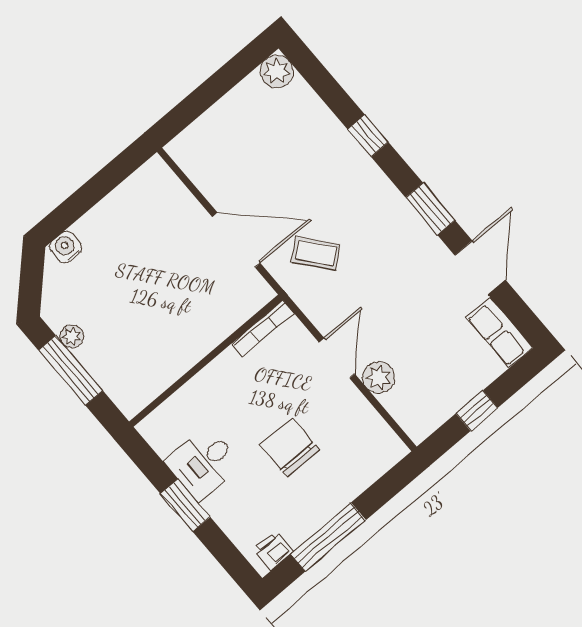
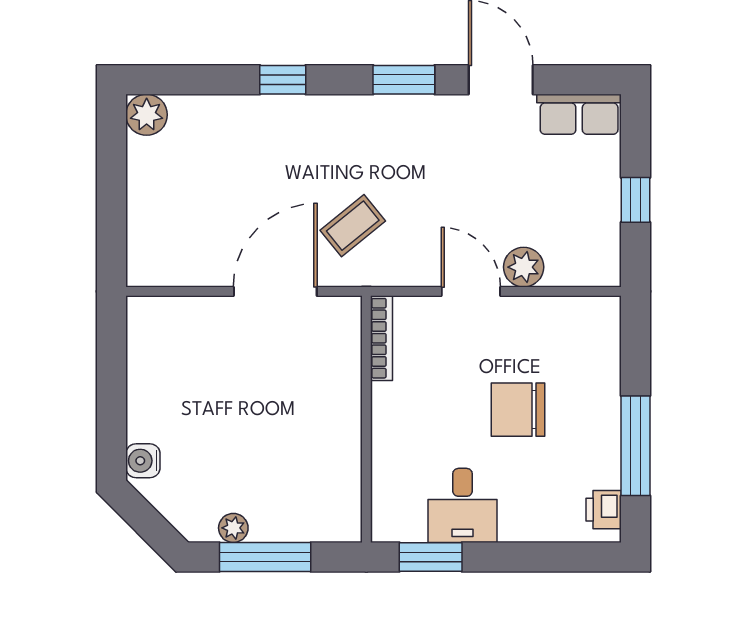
window: (185, 505) -> (431, 557), moved

